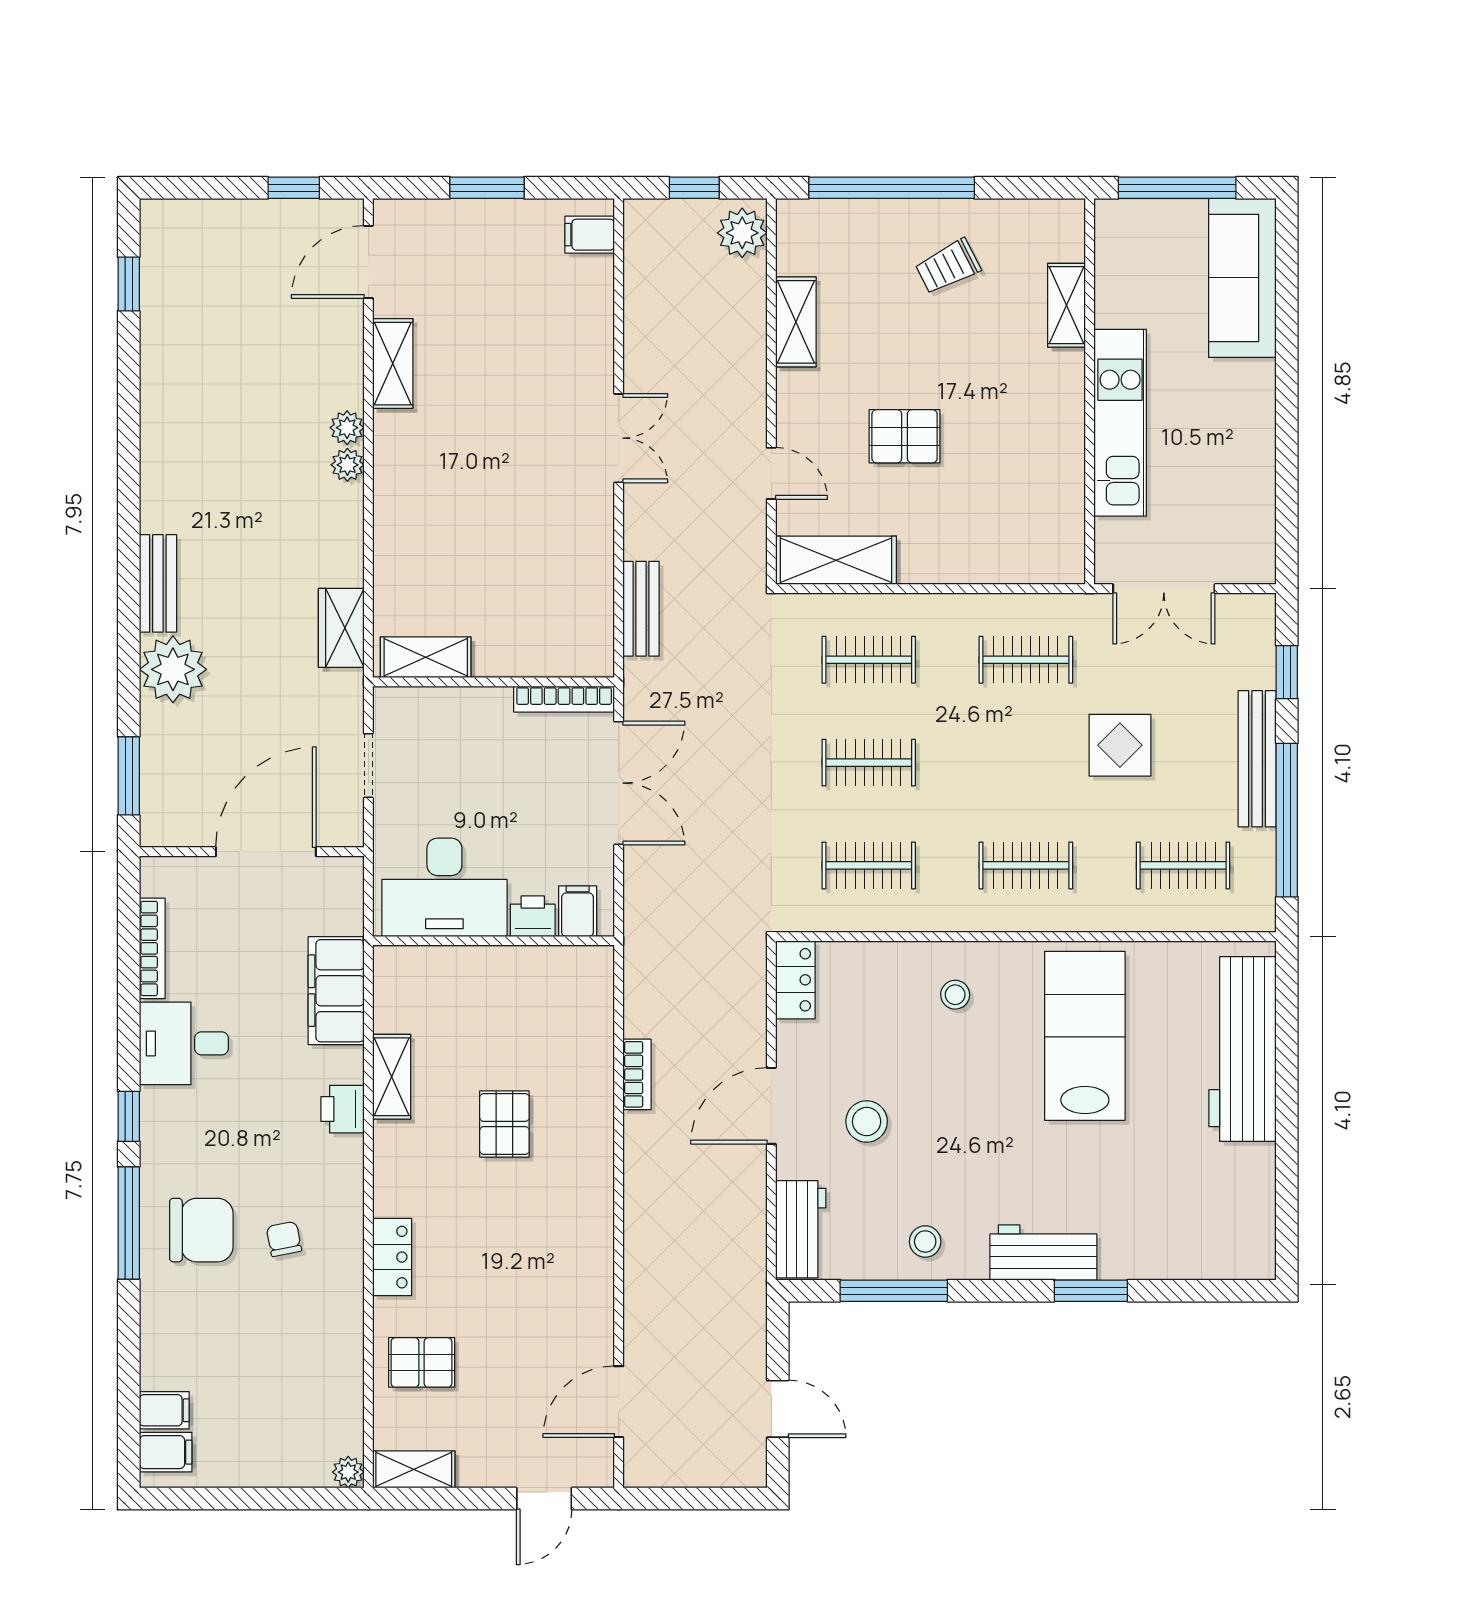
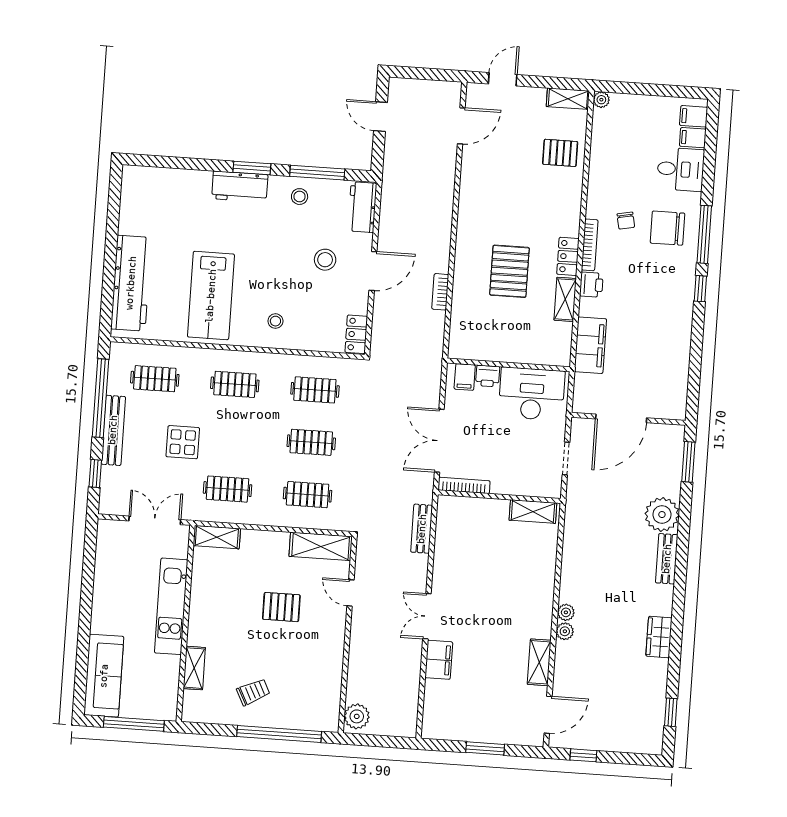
window: (694, 188) -> (380, 741), removed
filing cabinet: (590, 235) -> (439, 660), moved, width x2.00
shelving: (796, 322) -> (217, 537), moved, turned 90
wardrobe: (341, 628) -> (659, 637), moved, turned 180
bookcase: (152, 948) -> (590, 245), moved, turned 180
desk: (184, 1043) -> (681, 169), moved
pallet: (504, 1124) -> (509, 271), width x1.50, depth x1.42
locker: (392, 1257) -> (568, 256), moved
window: (1091, 1291) -> (252, 168), moved

